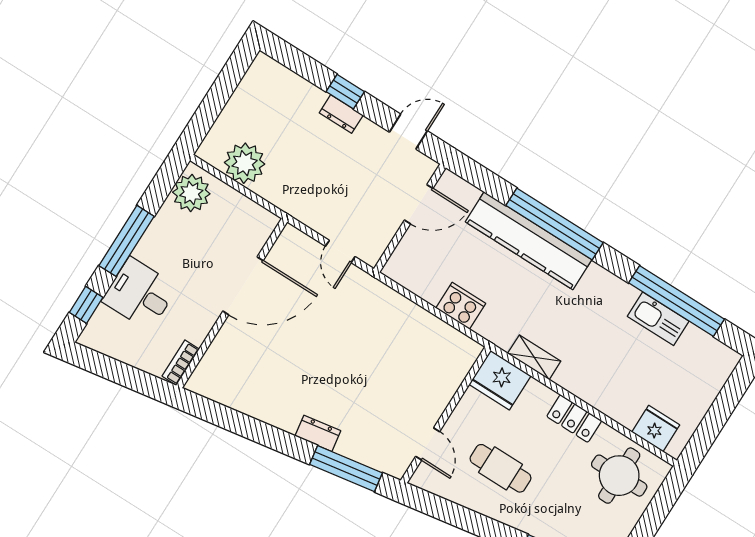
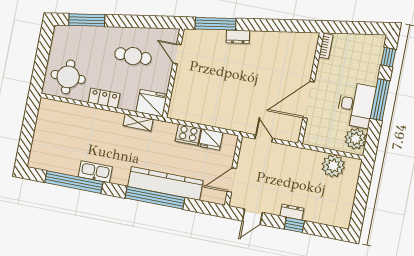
desk: (140, 294) -> (356, 105), moved, width x1.37
kitchen sink: (658, 319) -> (95, 172), moved
fridge: (656, 428) -> (211, 139), moved

